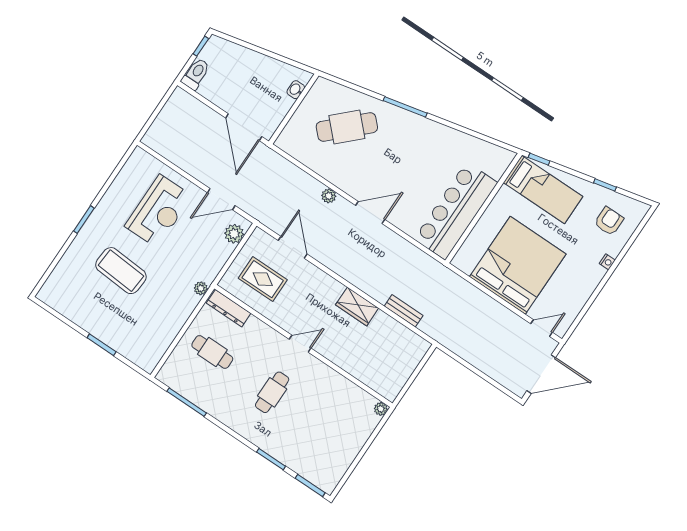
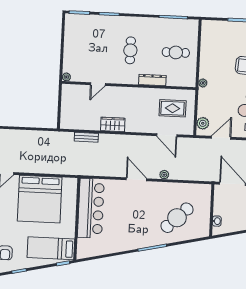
door: (370, 213) -> (136, 179), swing flipped
dresser: (229, 308) -> (152, 80), moved
door: (300, 344) -> (98, 84), moved

